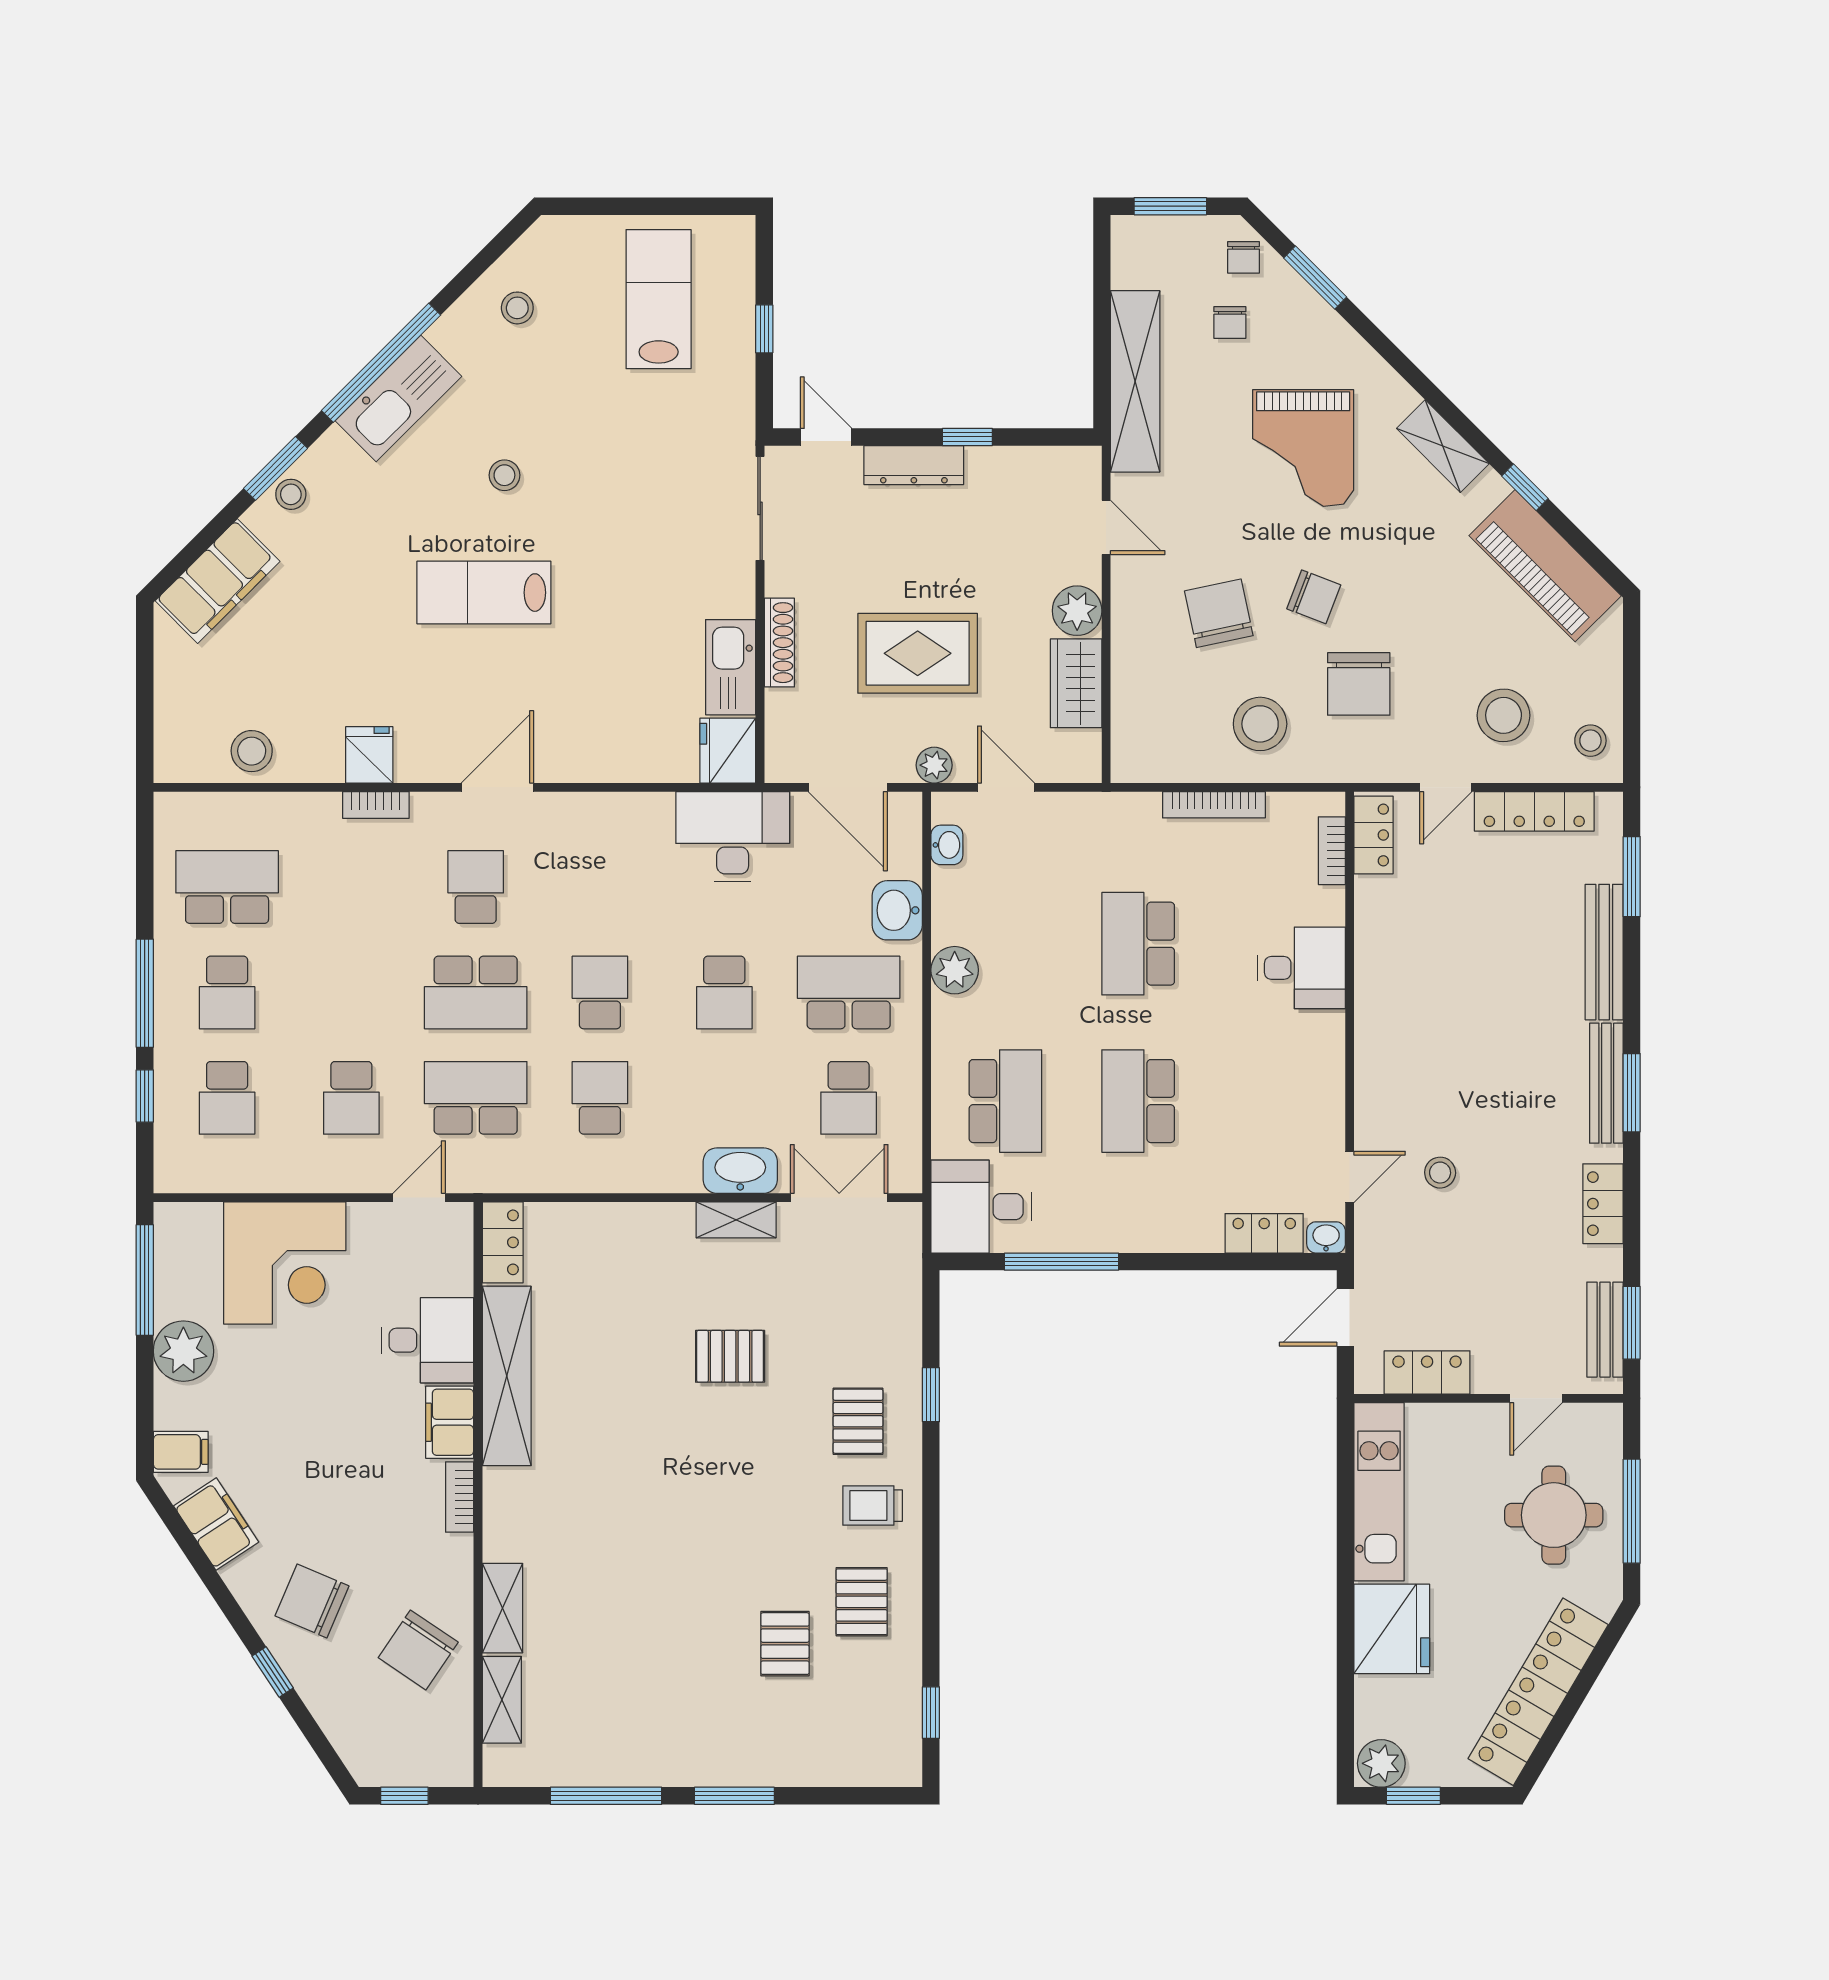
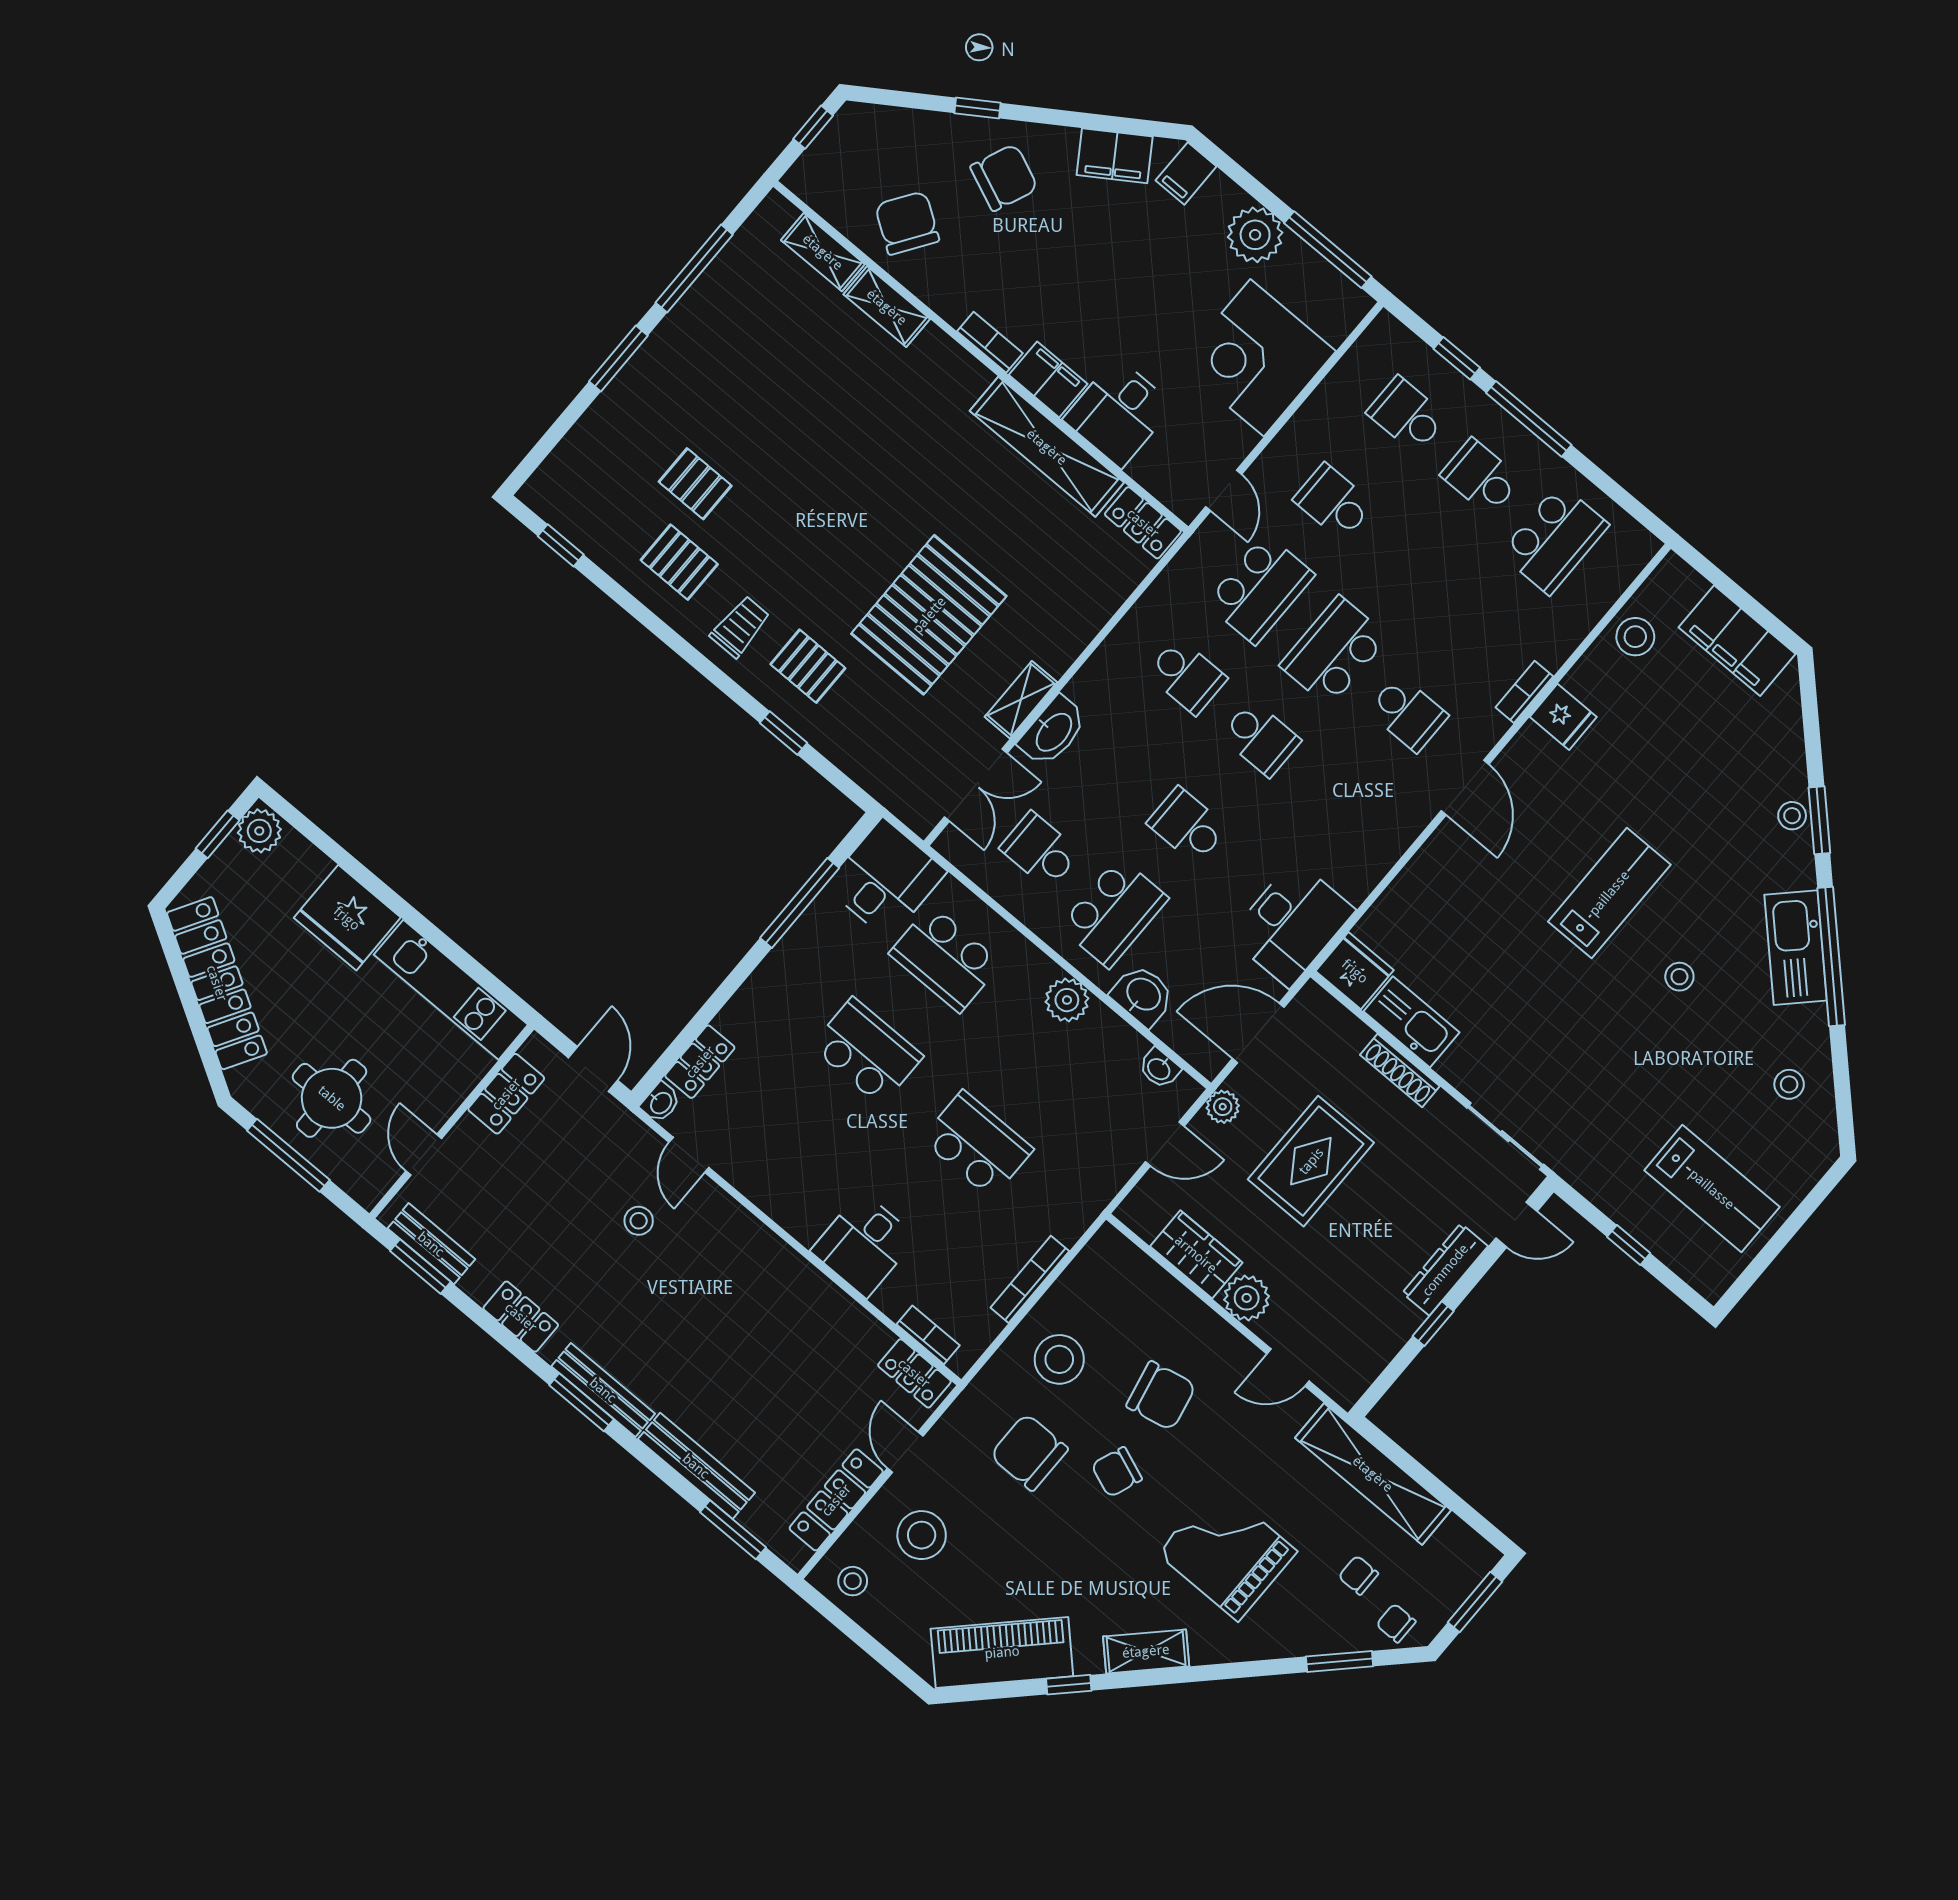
filing cabinet: (218, 581) -> (1737, 641), moved, turned -45
pallet: (730, 1356) -> (929, 615), width x2.05, depth x2.00

